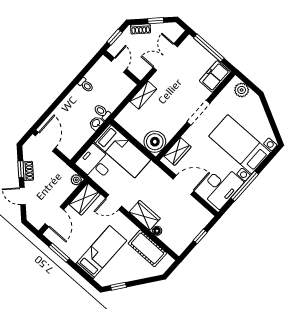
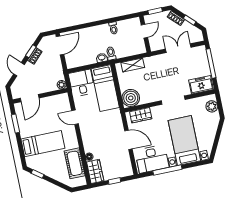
shelving: (143, 95) -> (133, 65), moved
wardrobe: (85, 199) -> (58, 101), removed
wardrobe: (145, 215) -> (95, 171), moved

